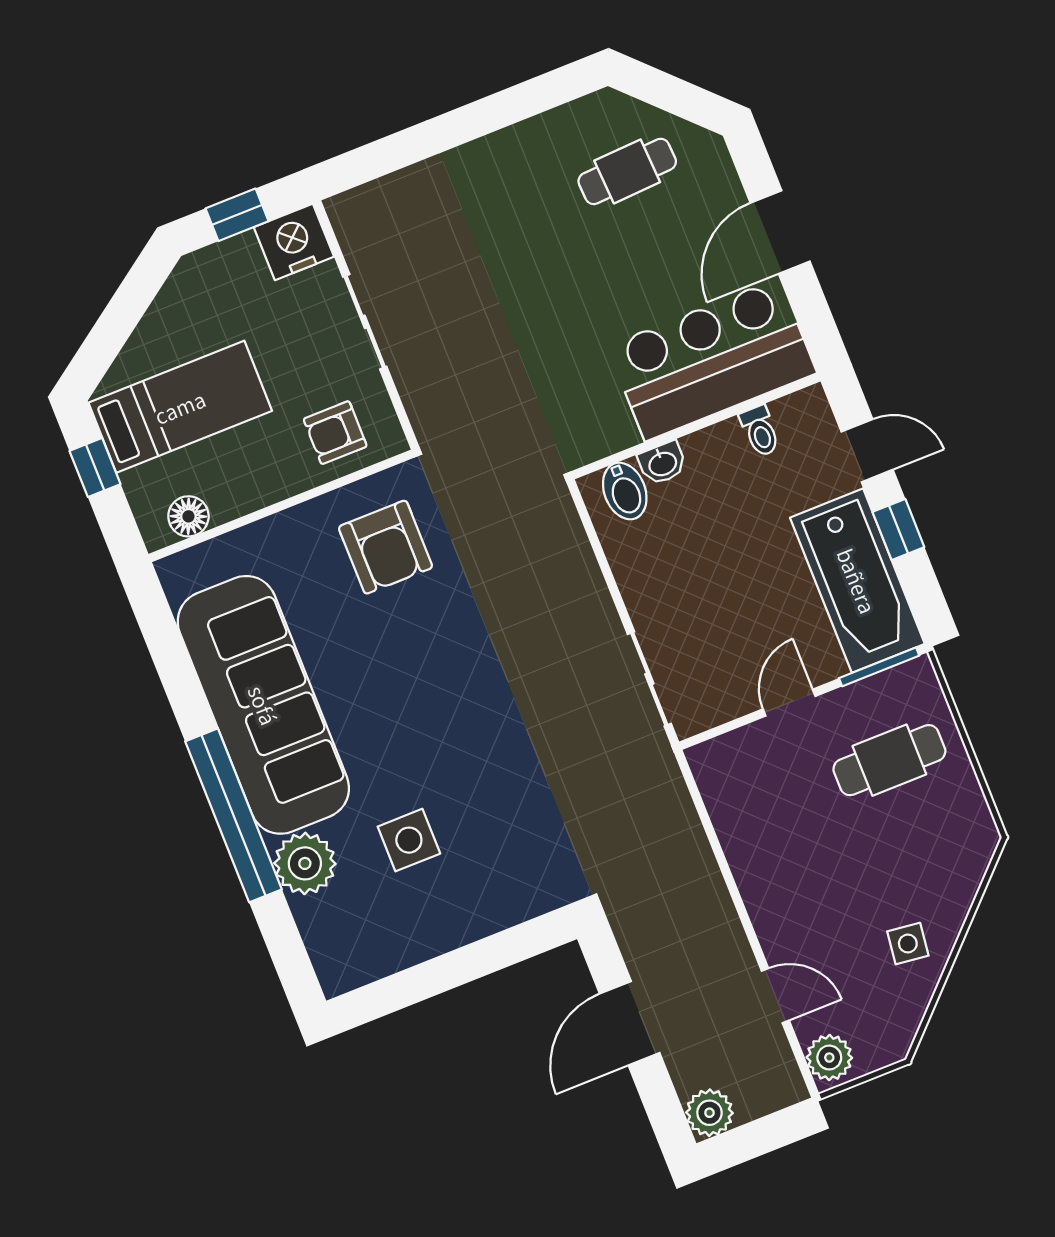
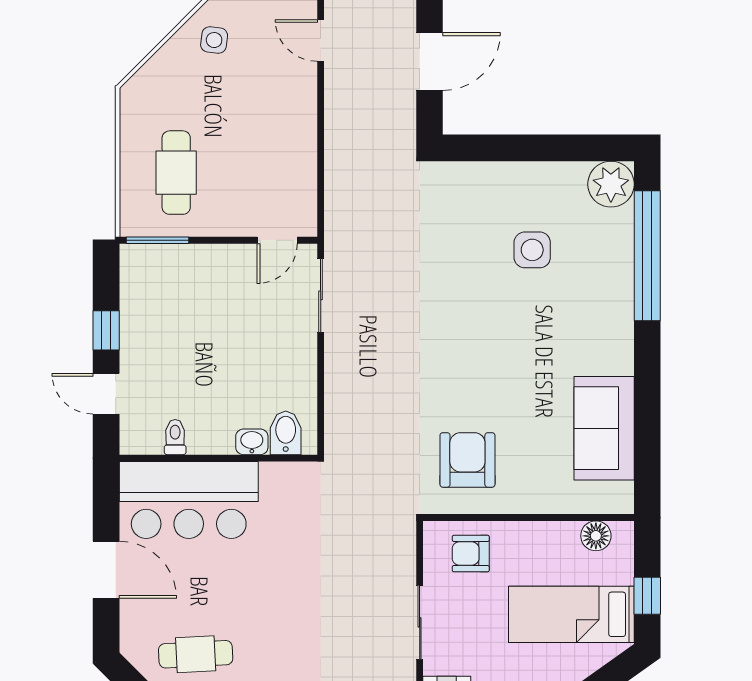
door: (780, 232) -> (106, 570), hinge flipped
armchair: (335, 433) -> (471, 553), turned 180
bathtub: (857, 581) -> (149, 306), removed
door: (789, 703) -> (277, 240), moved
sofa: (263, 705) -> (604, 428), width x0.54, depth x0.79
cafe table: (889, 760) -> (176, 173), turned 90
window: (234, 815) -> (647, 256), moved
plant: (305, 863) -> (611, 184), moved

